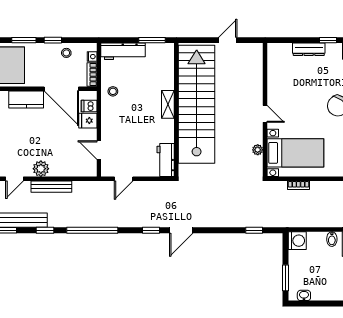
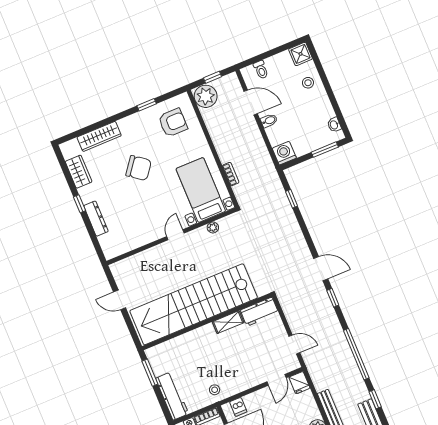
shelving: (168, 104) -> (228, 322), moved
fridge: (88, 121) -> (299, 383), moved

